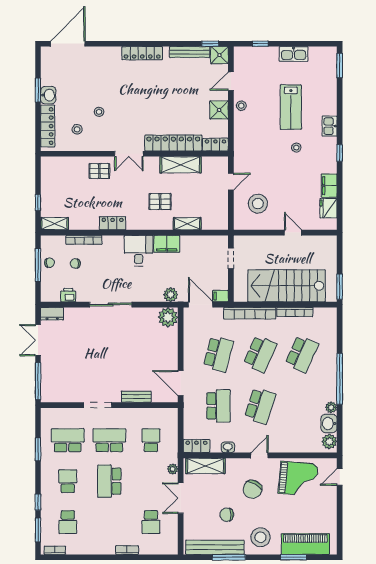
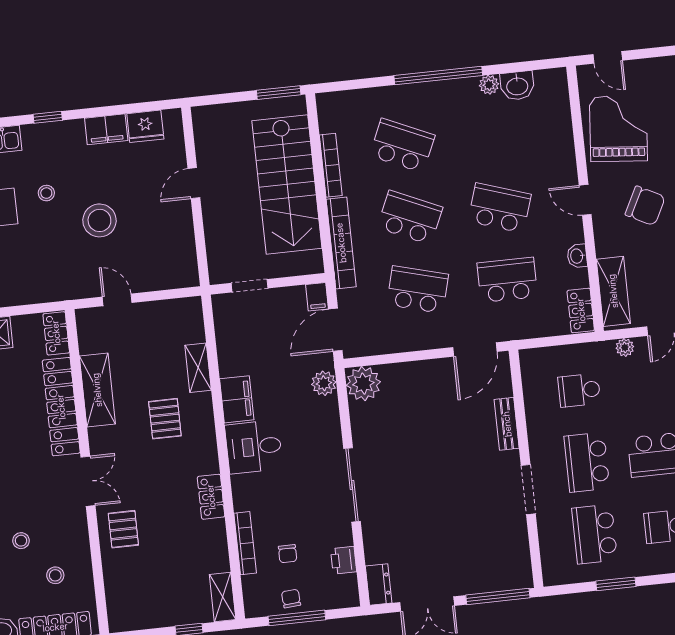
stool: (258, 204) -> (99, 220), moved
plant: (329, 441) -> (548, 82), removed

